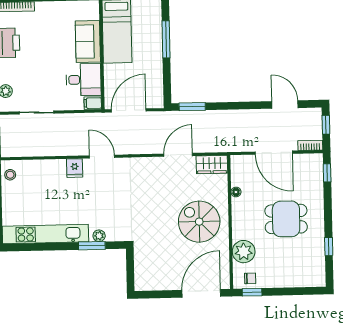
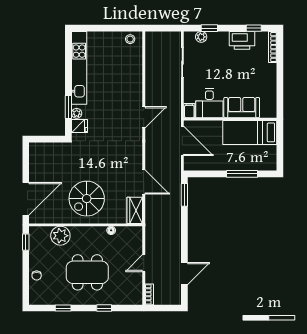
window: (326, 125) -> (166, 308), removed
door: (274, 153) -> (144, 263), width x0.53
fridge: (75, 168) -> (79, 126), moved, turned 180
window: (327, 173) -> (104, 308), moved
dining table: (286, 219) -> (87, 272), width x1.38
spiral stairs: (199, 222) -> (87, 199), turned 180
chair: (250, 278) -> (37, 276), moved
door: (201, 293) -> (26, 199), hinge flipped

